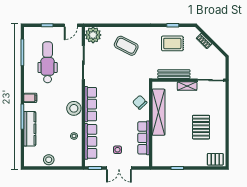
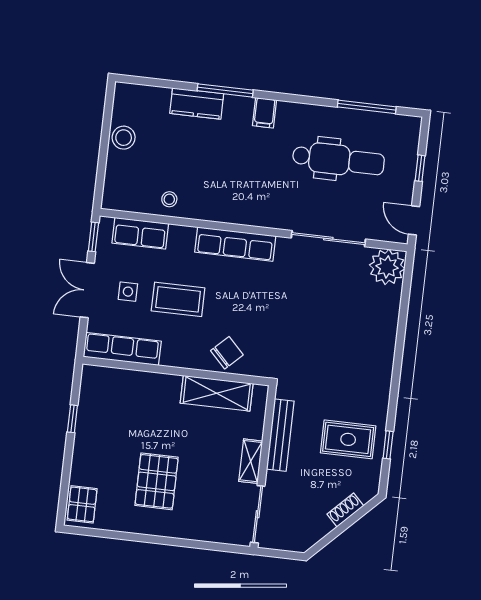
rug: (172, 43) -> (348, 439), turned 90
coffee table: (126, 46) -> (178, 299), moved, turned 63
stool: (74, 108) -> (230, 206), removed
shelving: (158, 112) -> (217, 393), width x0.68
pallet: (201, 127) -> (157, 481), turned 90
kitchen counter: (30, 129) -> (197, 104), width x0.67
row of seats: (144, 138) -> (122, 349), moved
row of seats: (91, 141) -> (140, 233), width x0.68

